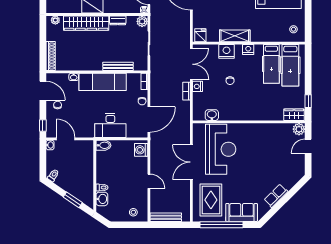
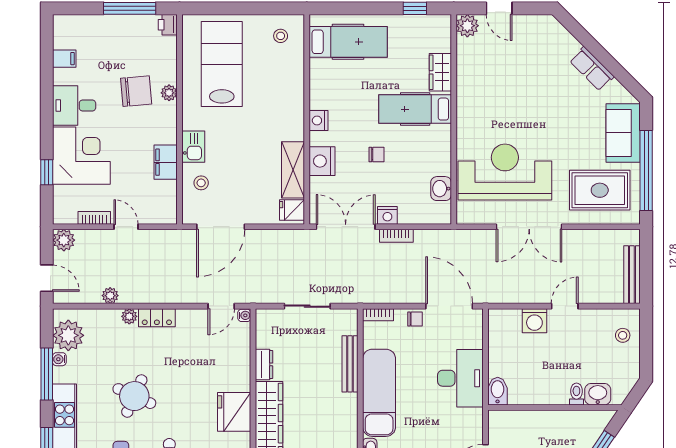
plant: (142, 21) -> (266, 319), removed
shelving: (235, 36) -> (293, 170), moved
hospital bed: (271, 64) -> (415, 109), moved, turned 180
wardrobe: (294, 115) -> (440, 72), moved
washing machine: (141, 150) -> (534, 321), moved

